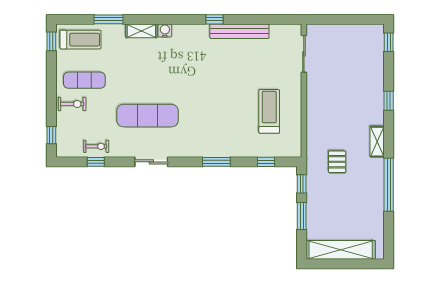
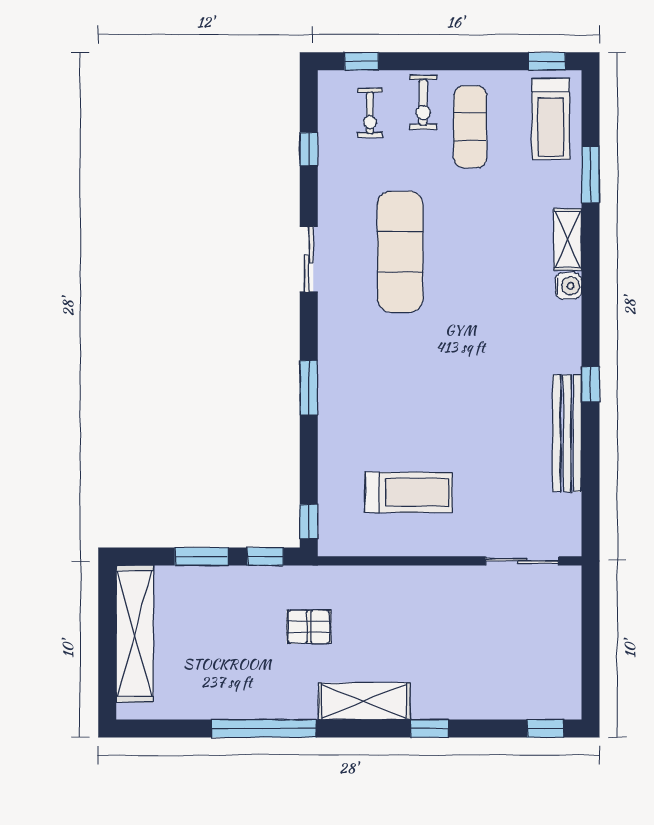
shelving: (377, 142) -> (364, 701), width x1.50, depth x1.33
exercise bike: (96, 146) -> (370, 113), moved
window: (266, 162) -> (309, 522), moved

